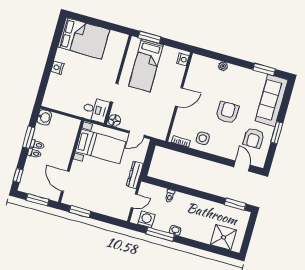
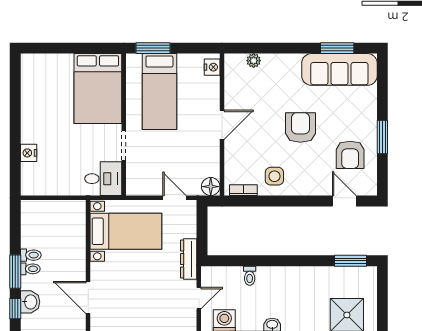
bed: (84, 38) -> (98, 89), moved, turned 90
plant: (223, 66) -> (254, 61), moved
nightstand: (57, 68) -> (29, 153), moved
sofa: (272, 100) -> (339, 69), moved, turned -90
washbasin: (44, 117) -> (30, 302), moved
floor lamp: (114, 120) -> (211, 187), moved
door: (137, 134) -> (174, 198), swing flipped
window: (29, 137) -> (15, 272), moved

